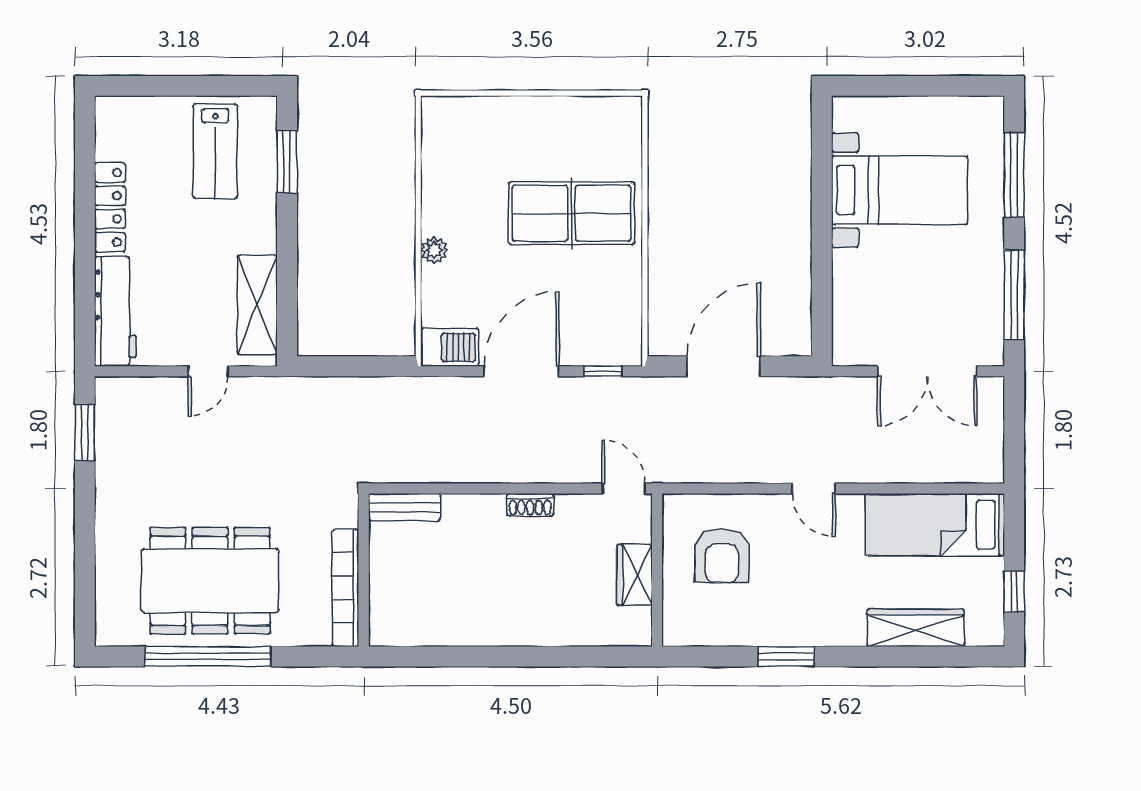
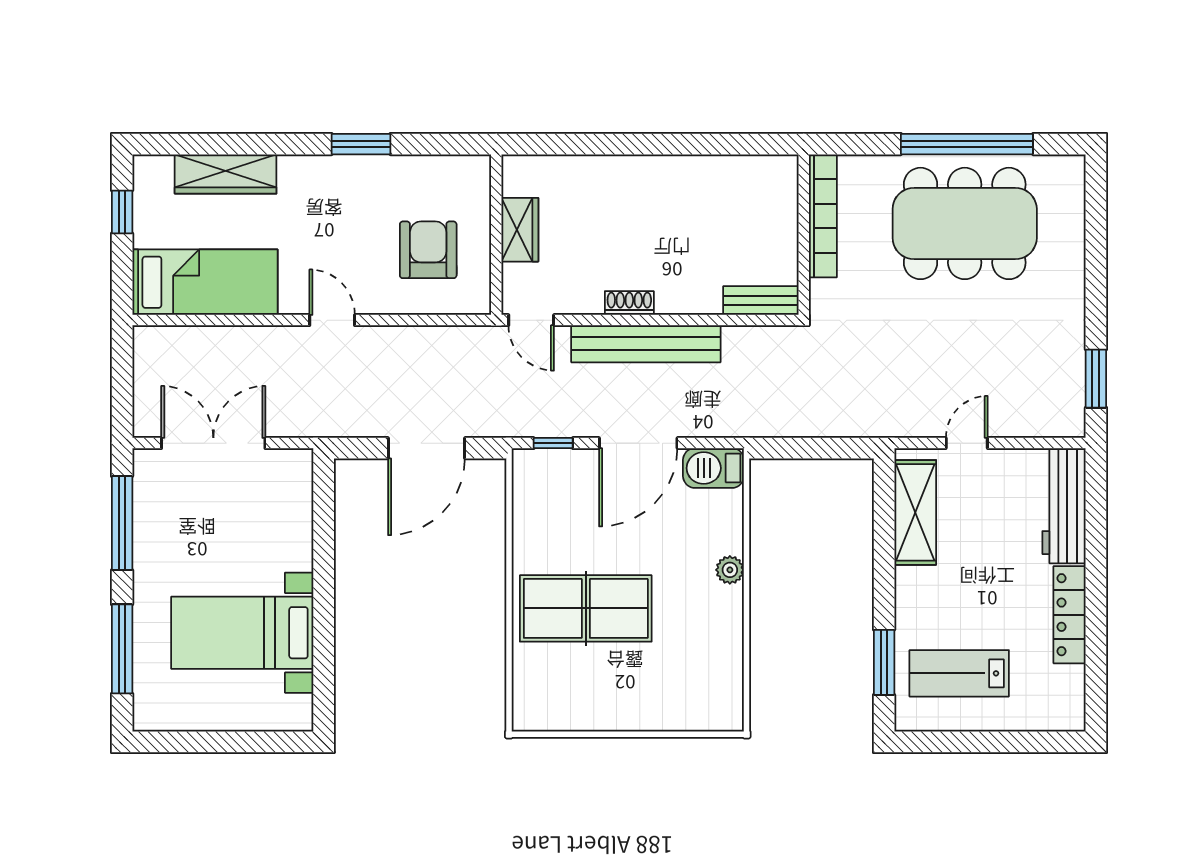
lab bench: (215, 151) -> (959, 673), turned -90
bench: (514, 466) -> (646, 344), added

